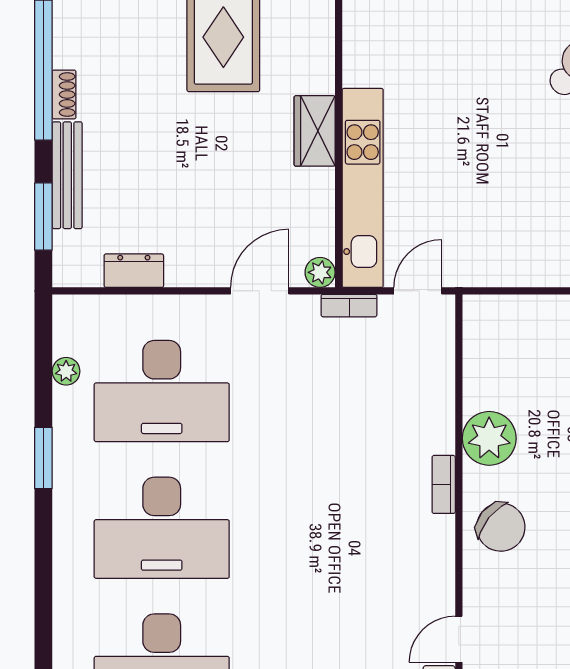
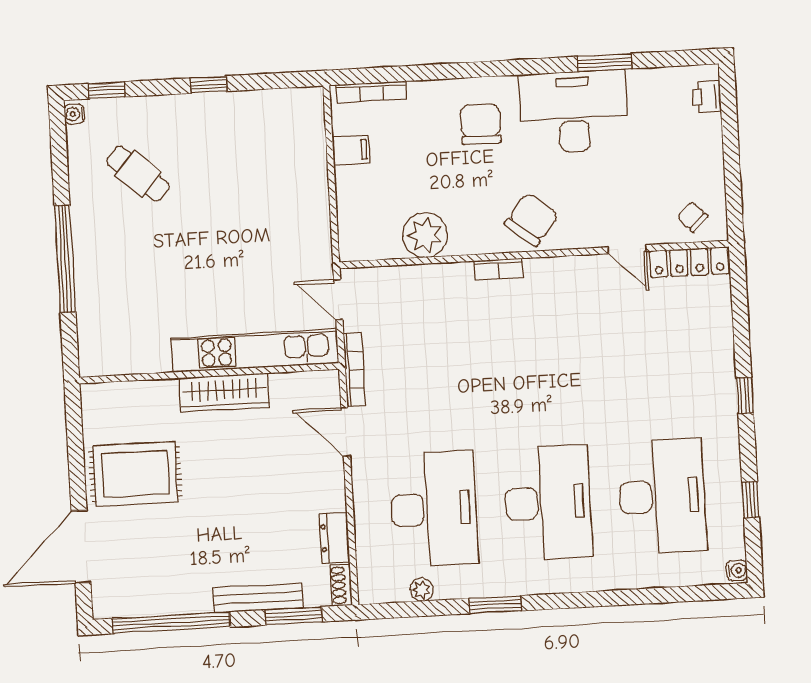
shoe rack: (64, 94) -> (341, 585), moved, turned -90
wardrobe: (315, 131) -> (224, 393), width x1.50
plant: (320, 272) -> (327, 382), removed
bookcase: (349, 306) -> (354, 370), width x1.56
plant: (489, 438) -> (425, 235), moved

